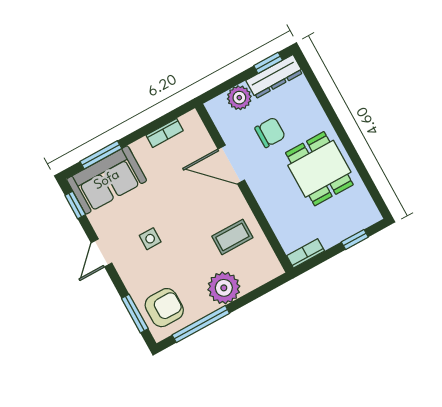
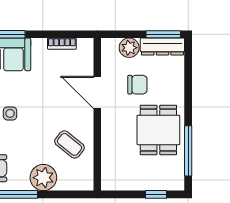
window: (268, 63) -> (163, 34), width x1.50
window: (364, 174) -> (188, 151), added
coffee table: (232, 237) -> (69, 144), turned 39
bookcase: (306, 253) -> (115, 185), removed

